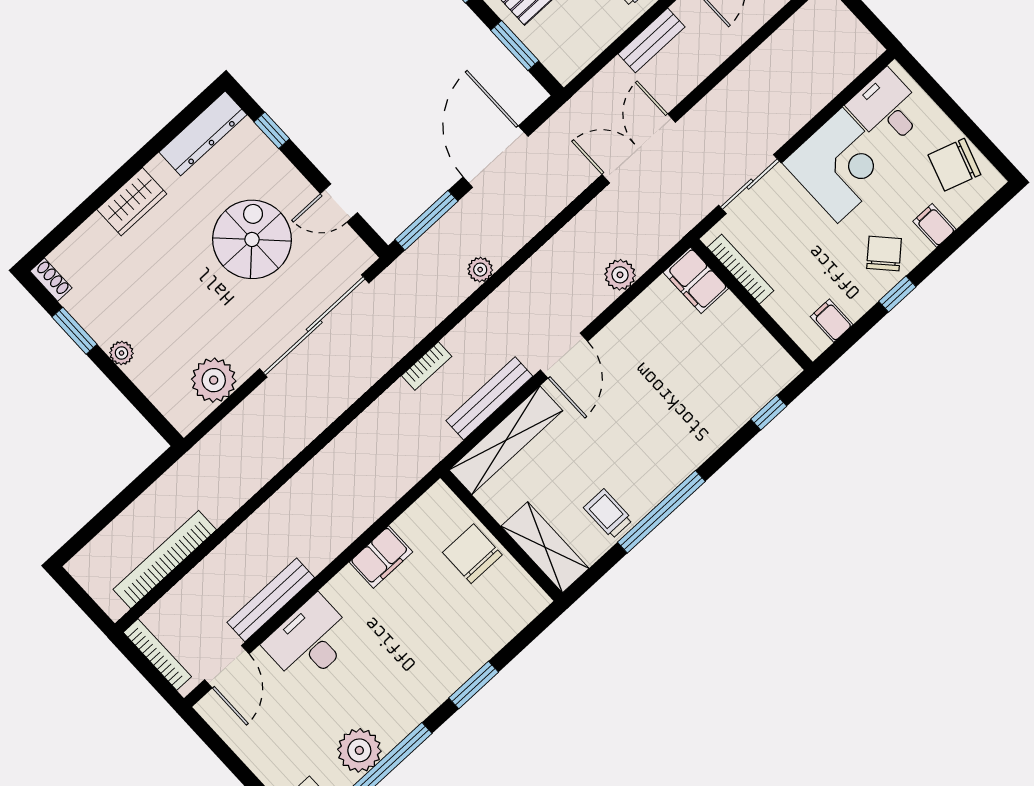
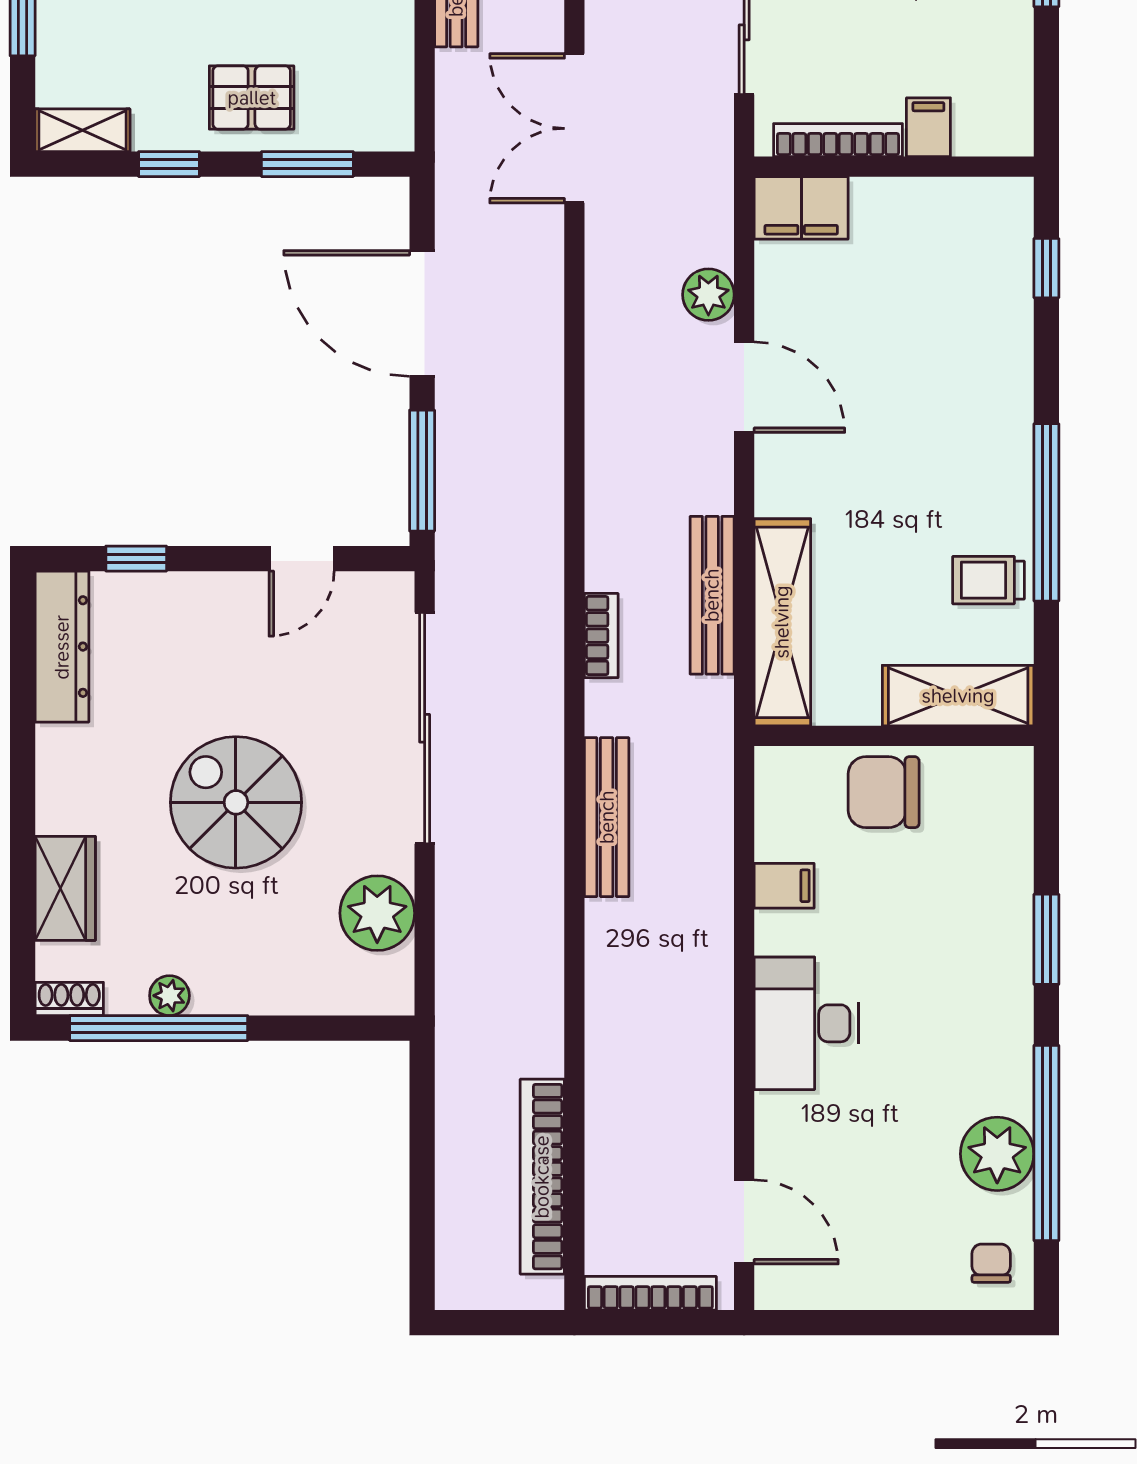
wardrobe: (132, 202) -> (65, 888), moved
spiral stairs: (252, 239) -> (236, 802), moved
plant: (480, 270) -> (544, 460), removed
filing cabinet: (832, 321) -> (928, 127), moved, turned 90
window: (75, 331) -> (159, 1028), width x2.11
plant: (122, 353) -> (169, 996), moved
door: (564, 356) -> (744, 387), moved
filing cabinet: (381, 557) -> (784, 886), width x0.50
bench: (271, 600) -> (607, 817), moved
desk: (310, 641) -> (806, 1023), moved

